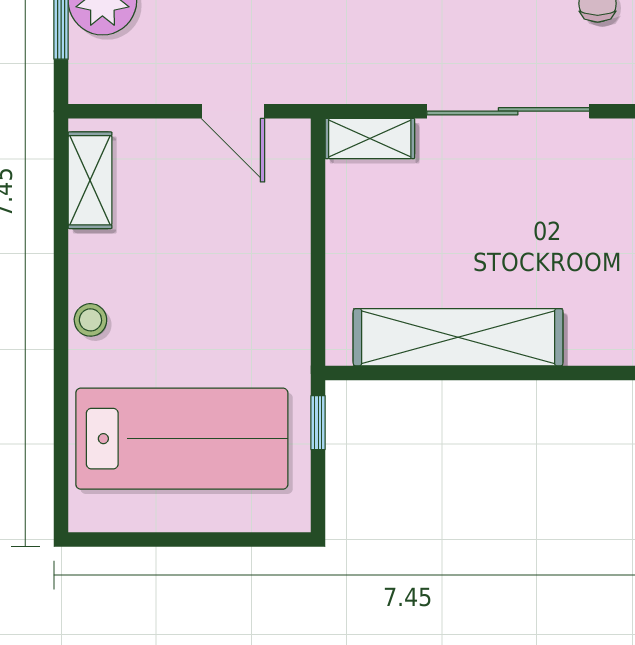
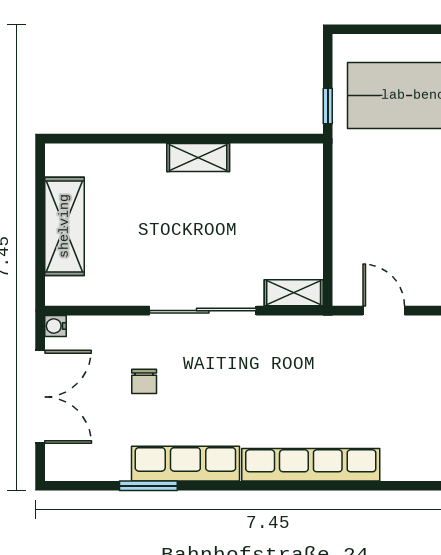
shelving: (458, 337) -> (198, 157), width x0.45, depth x0.75

